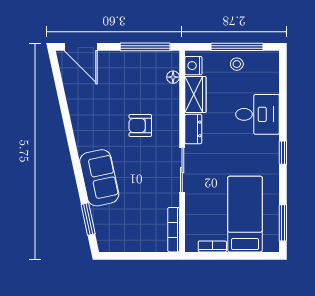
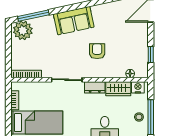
window: (145, 47) -> (151, 54), width x0.46
sofa: (99, 178) -> (74, 21), moved
window: (88, 219) -> (33, 16), width x1.44
plant: (110, 235) -> (23, 30), added

